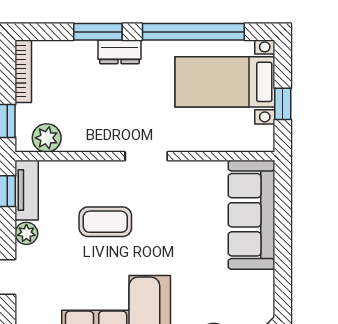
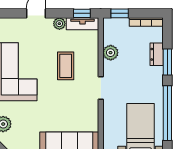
dresser: (120, 52) -> (157, 54), moved
plant: (47, 138) -> (111, 53), moved

